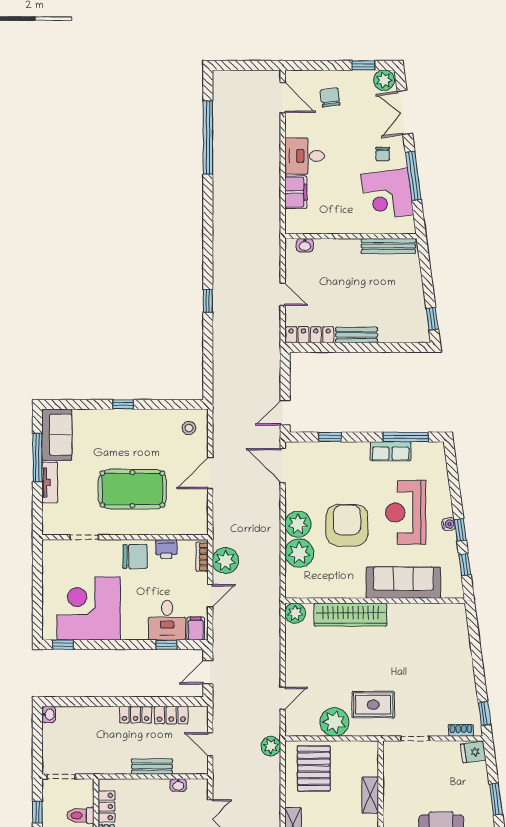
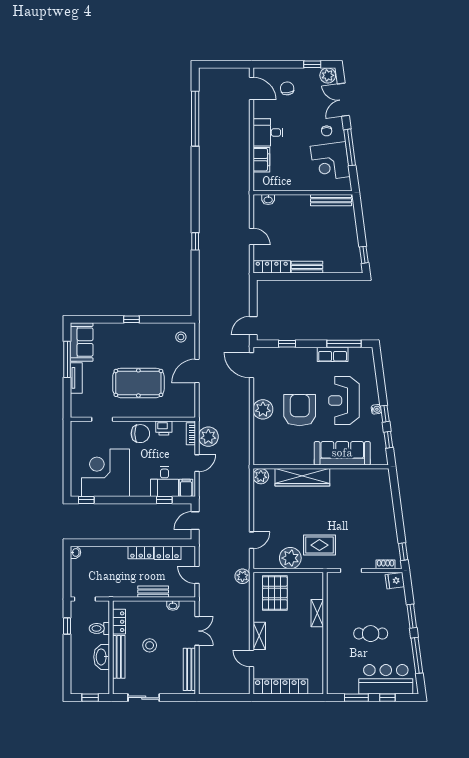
plant: (299, 553) -> (264, 431), removed

